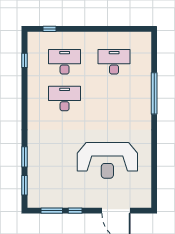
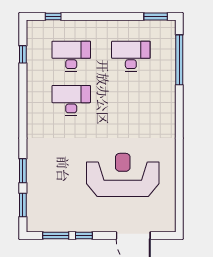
window: (135, 29) -> (156, 16), added
window: (154, 93) -> (179, 60), moved
reception desk: (107, 160) -> (123, 175), turned 180

